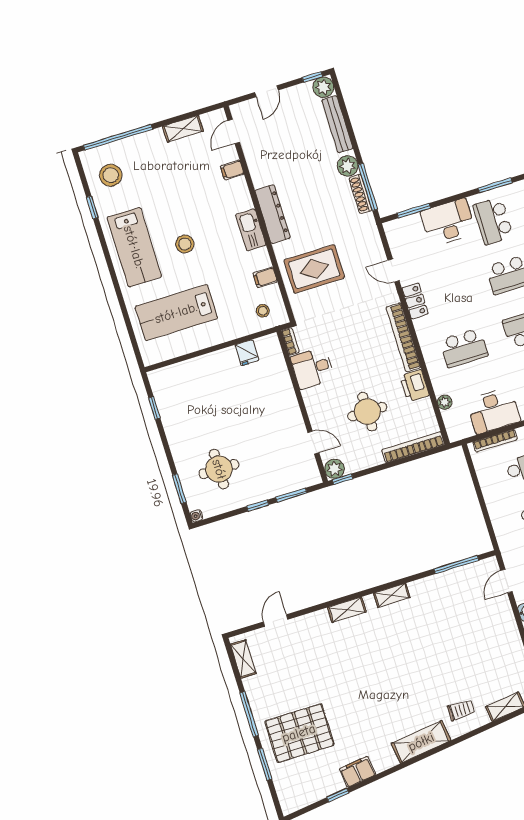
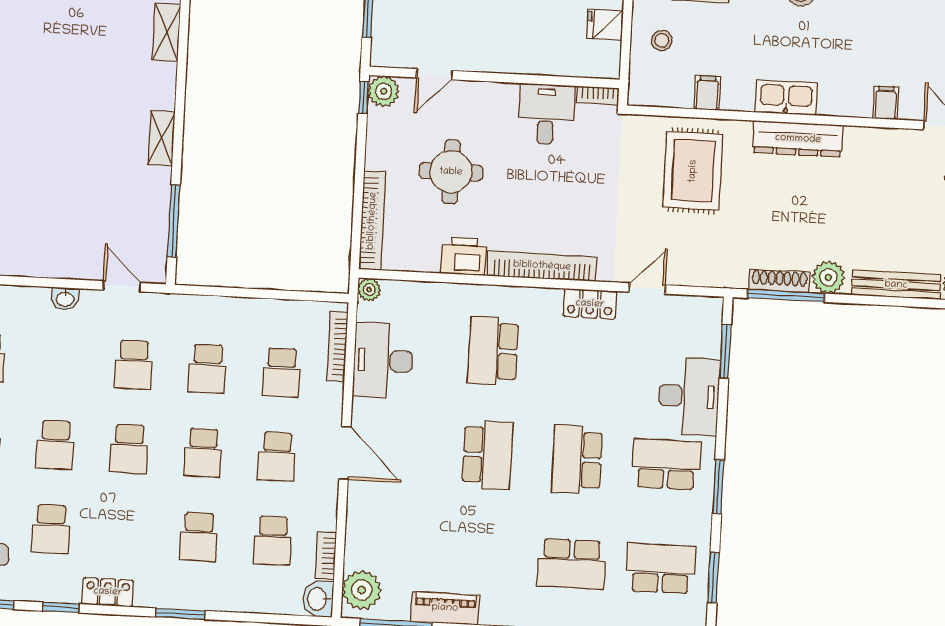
stool: (263, 311) -> (662, 40), moved
plant: (445, 402) -> (369, 290), moved
shelving: (392, 595) -> (162, 138), moved

